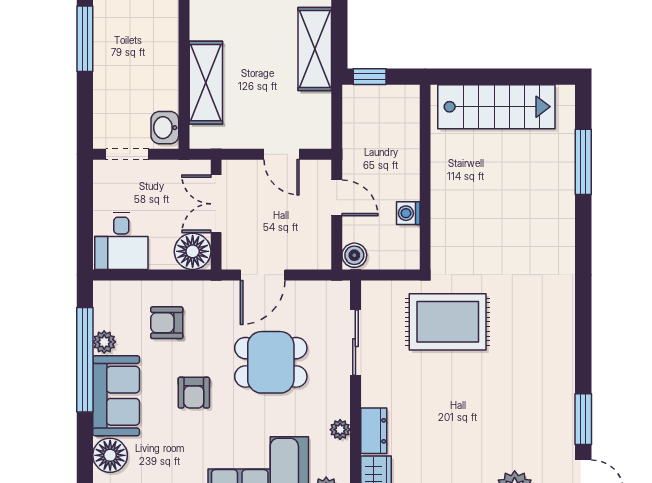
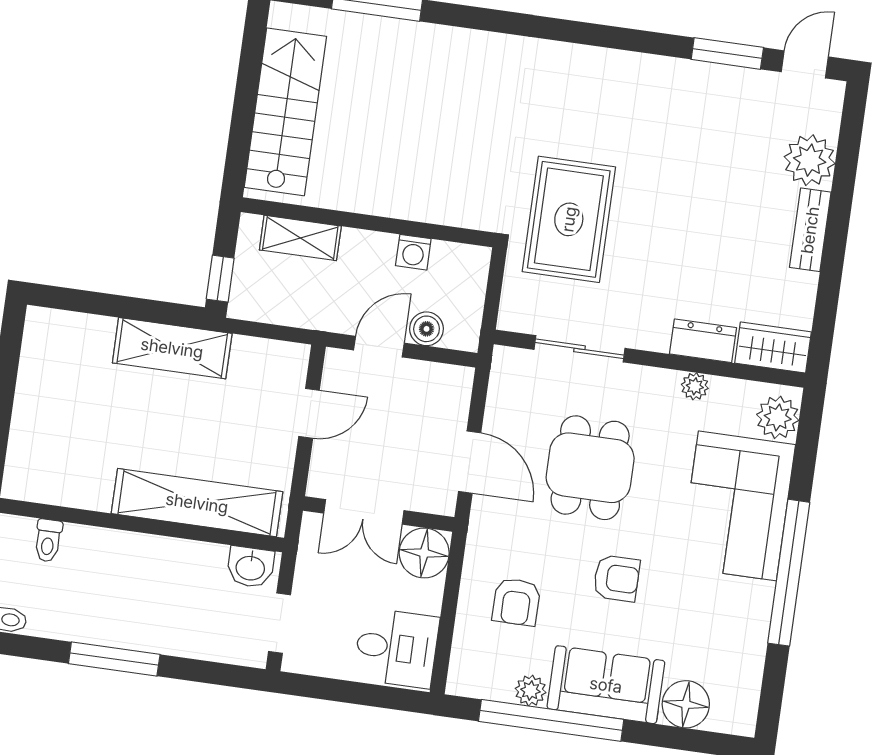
shelving: (206, 83) -> (197, 503), width x1.47
shelving: (407, 130) -> (300, 238), added
boiler: (354, 255) -> (427, 329), moved

